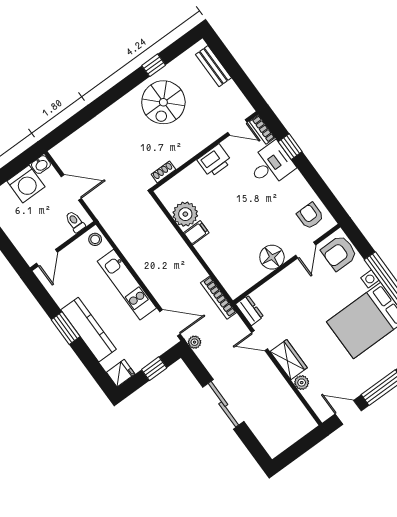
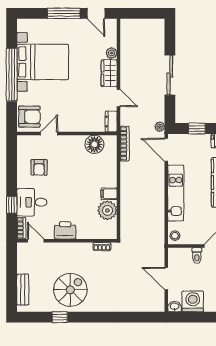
armchair: (310, 216) -> (39, 167), moved
toilet: (75, 222) -> (197, 256), moved
floor lamp: (272, 257) -> (94, 144), moved

